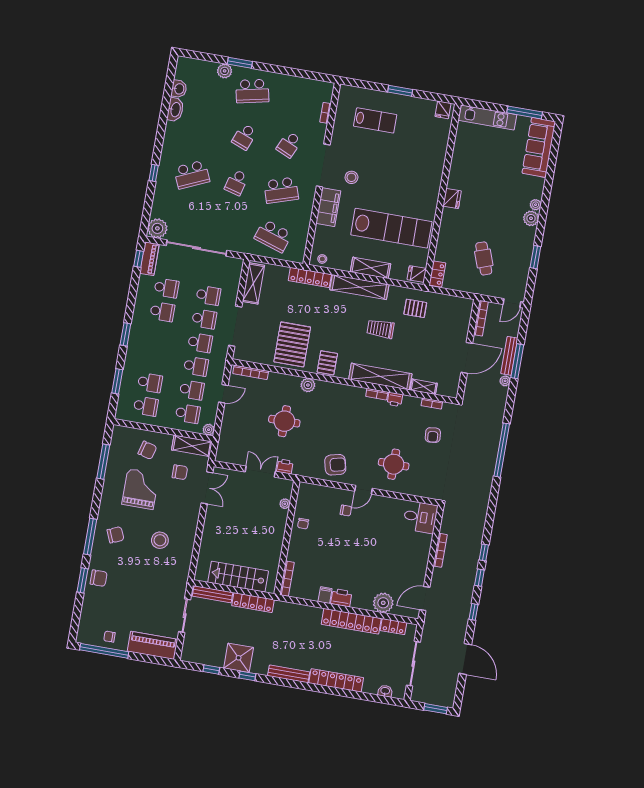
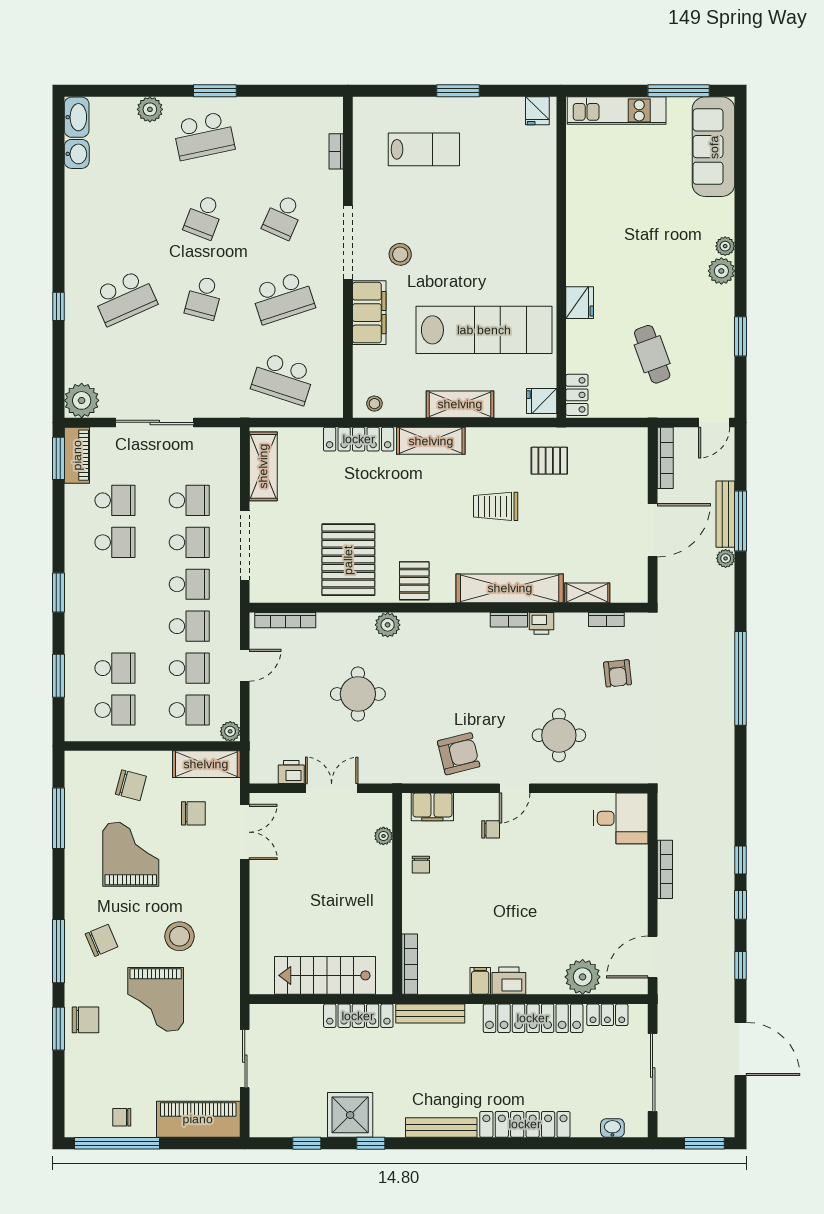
window: (240, 63) -> (215, 91), moved
washbasin: (175, 110) -> (77, 117), moved
fridge: (452, 199) -> (580, 303), moved
sliding door: (197, 248) -> (155, 422), width x0.73
window: (139, 259) -> (58, 458), width x1.50
shelving: (359, 287) -> (431, 441), width x0.68
printer: (285, 467) -> (291, 772), moved
filing cabinet: (315, 492) -> (432, 807), added
grand piano: (140, 573) -> (156, 999), added
bench: (213, 594) -> (430, 1013), moved

